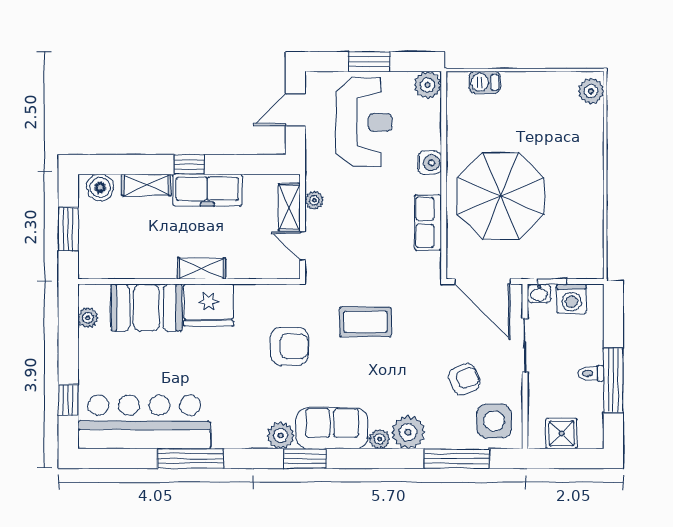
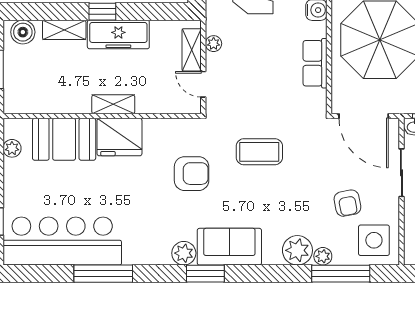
armchair: (464, 379) -> (347, 203), turned 101
plant: (380, 439) -> (323, 256), moved

